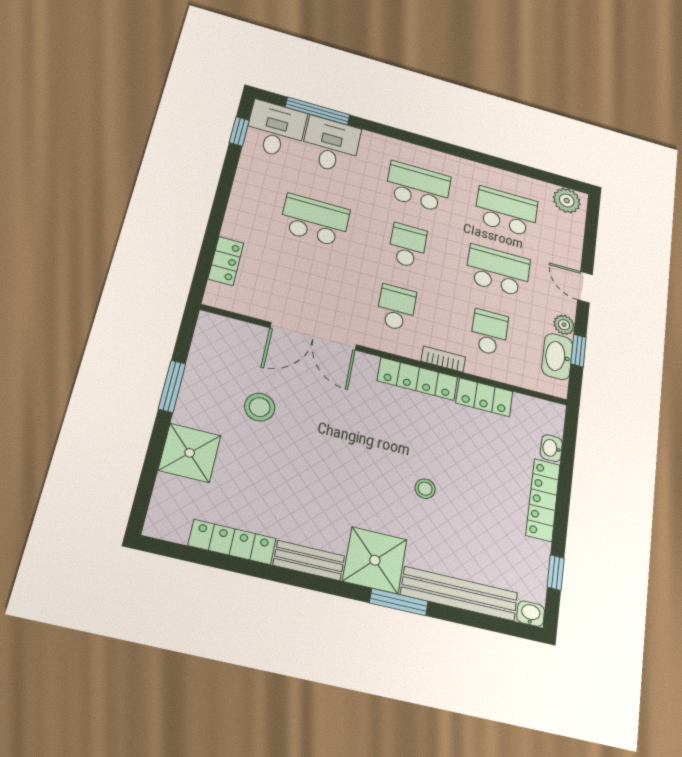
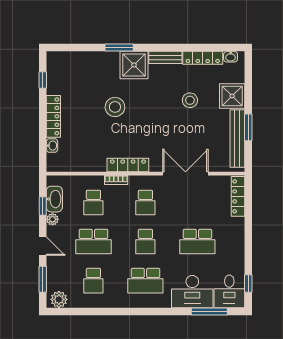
desk: (331, 145) -> (192, 292), width x1.37
school desk: (506, 212) -> (93, 281), width x0.54
window: (590, 237) -> (43, 279), added
locker: (226, 261) -> (238, 196), width x1.53
locker: (484, 397) -> (91, 164), removed
stool: (260, 407) -> (190, 100), moved
stool: (425, 489) -> (115, 107), width x1.89, depth x1.89
bench: (459, 594) -> (237, 138), moved, turned 90
washbasin: (531, 614) -> (231, 57), moved

